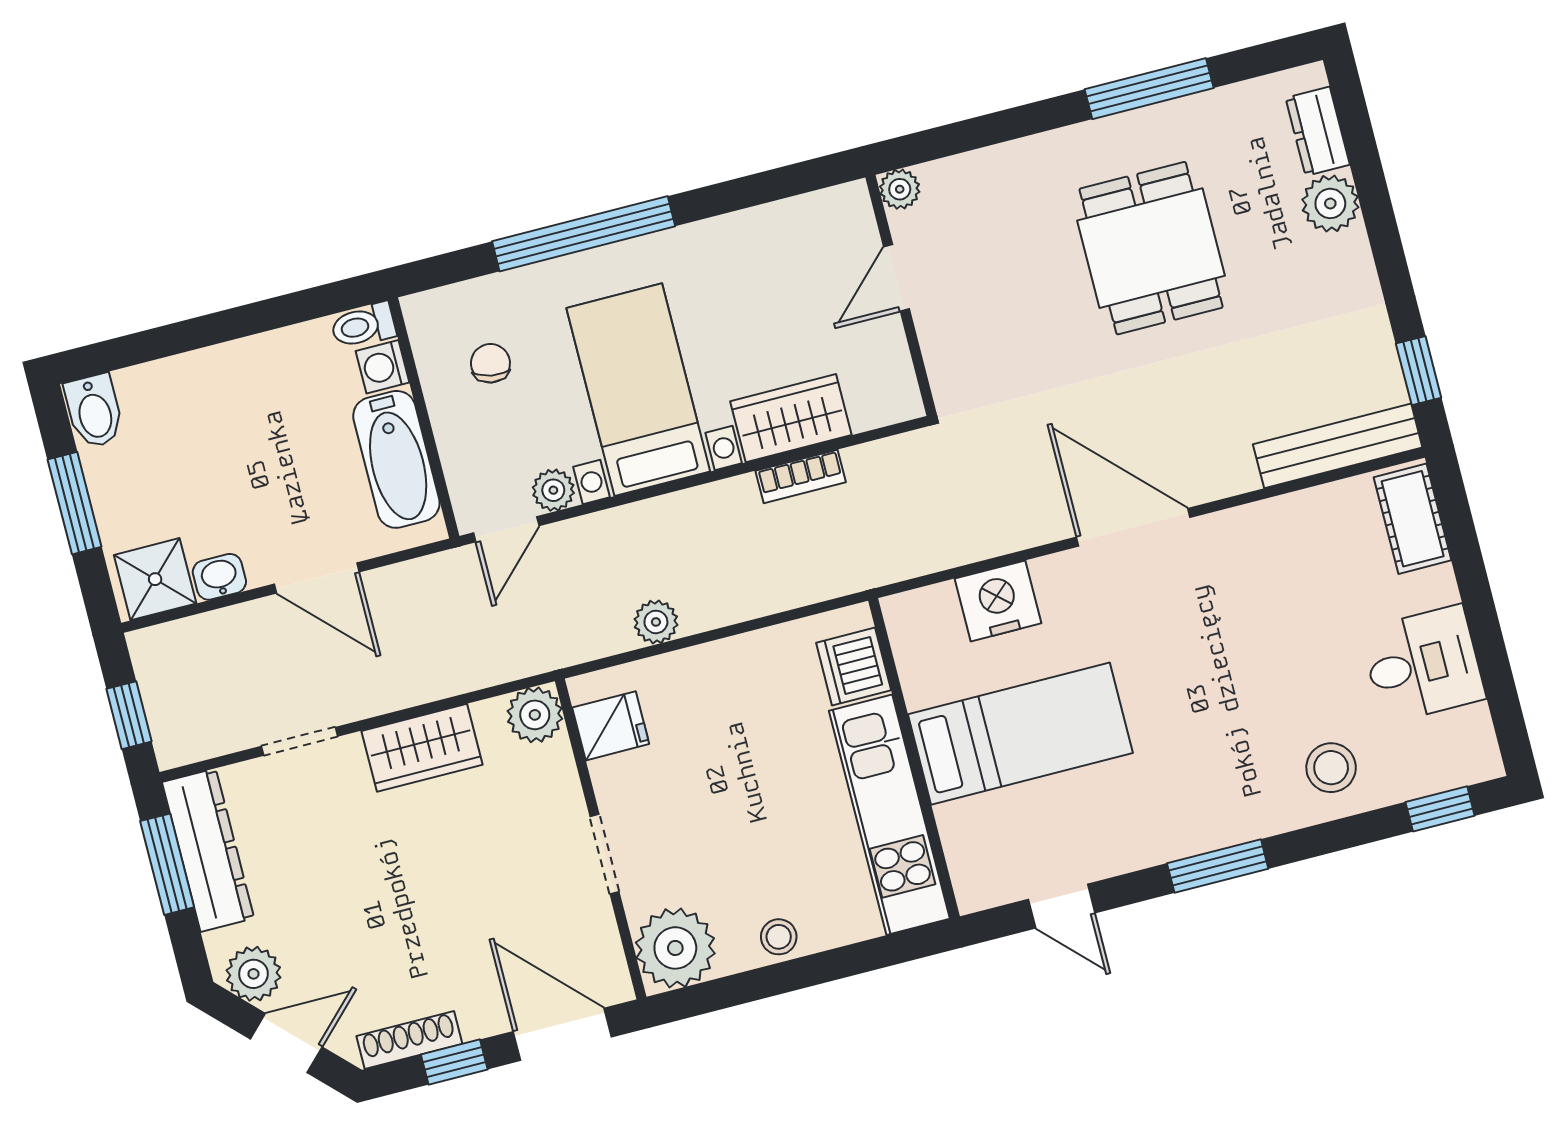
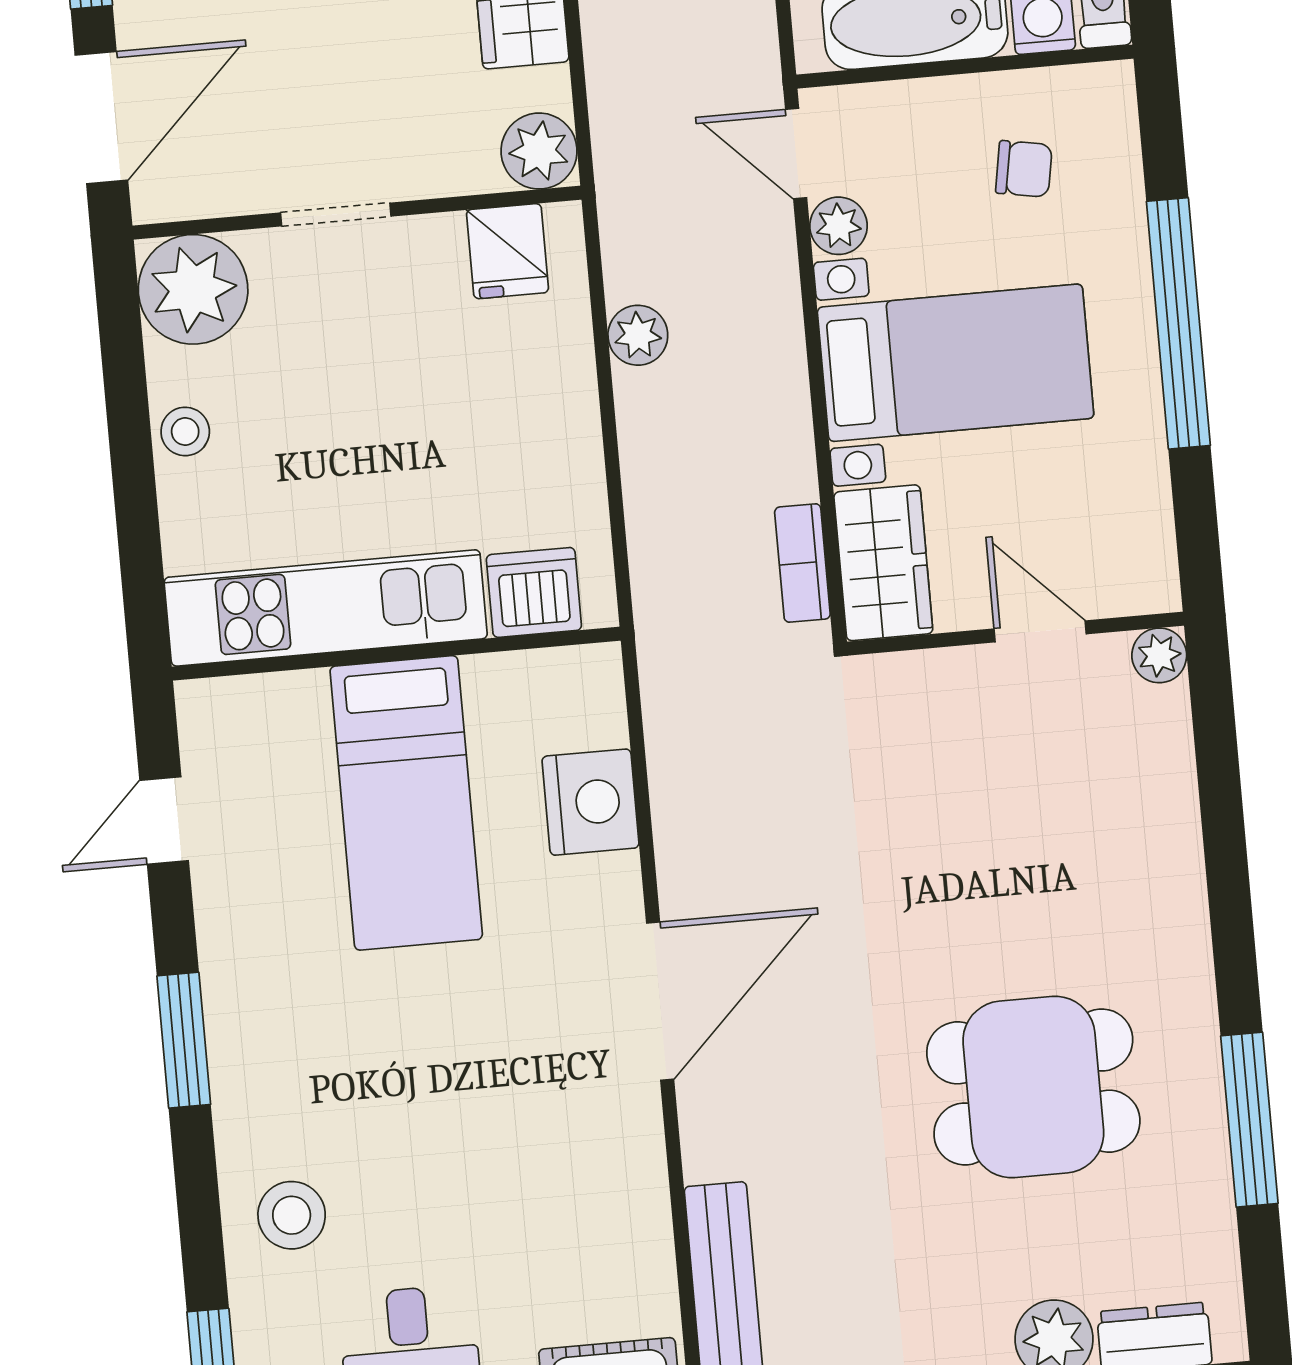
plant: (900, 189) -> (1159, 655), moved
door: (897, 278) -> (1040, 631), moved
wall: (901, 295) -> (1015, 634), moved

